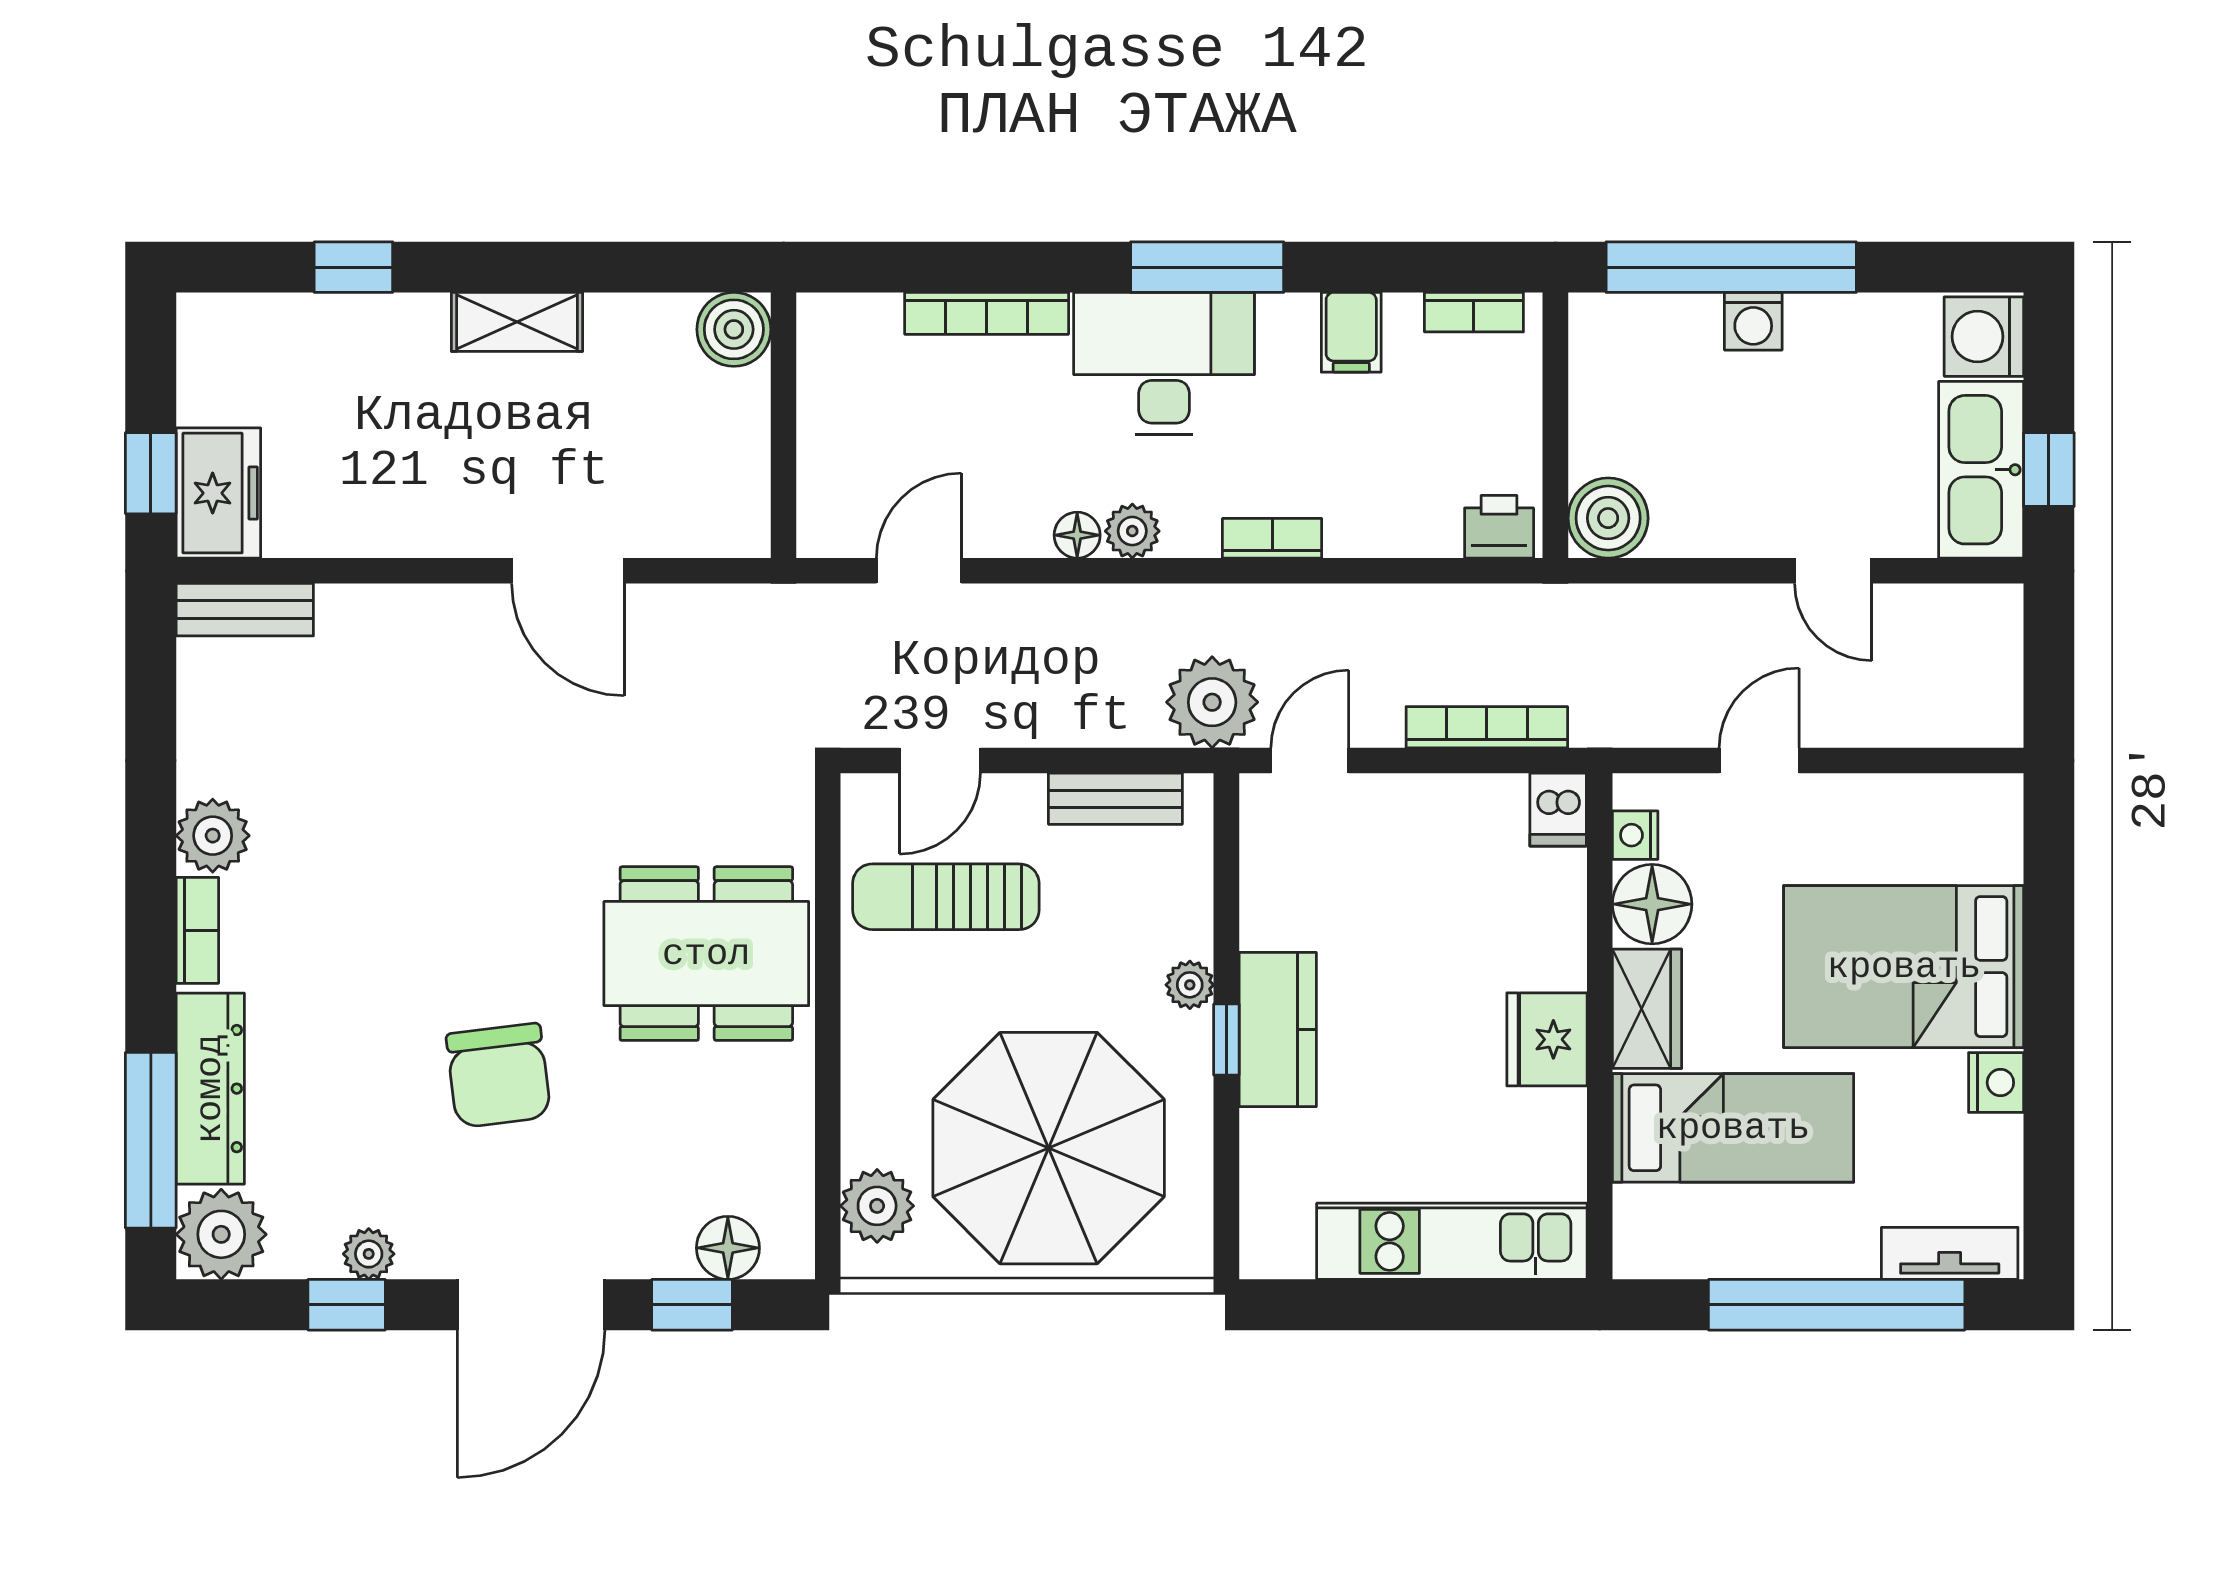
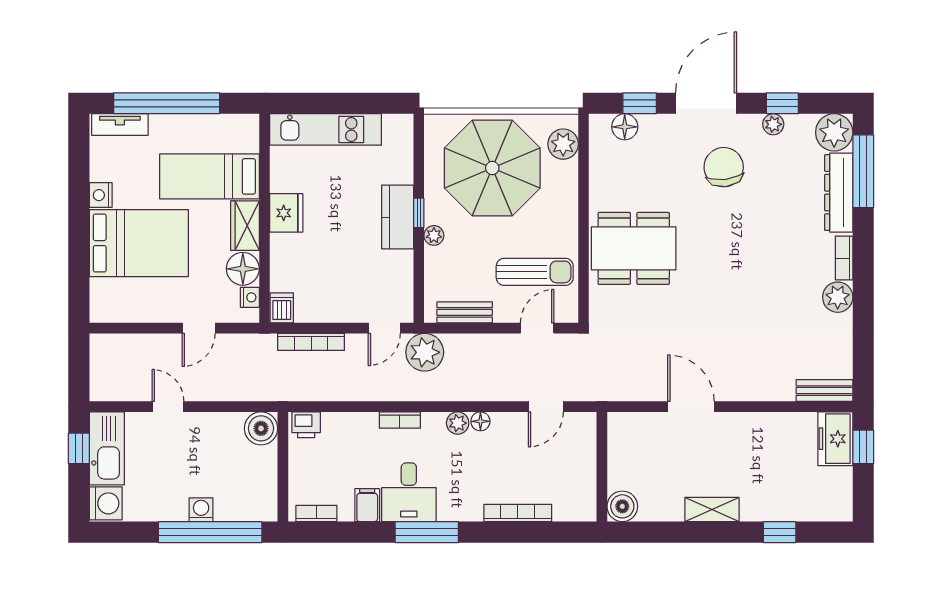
desk: (1164, 363) -> (409, 492), moved, width x0.73
chair: (498, 1075) -> (724, 167), moved

